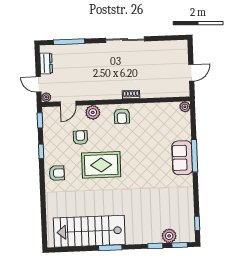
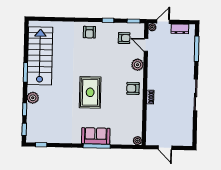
armchair: (80, 138) -> (124, 38), moved
rug: (101, 165) -> (90, 92), moved
plant: (169, 236) -> (33, 98), moved

